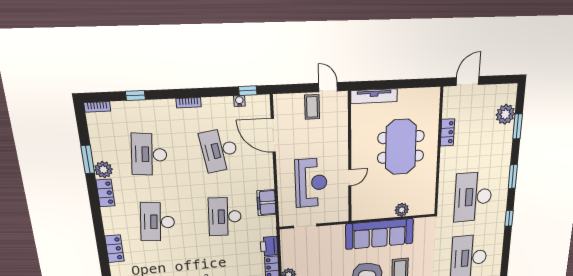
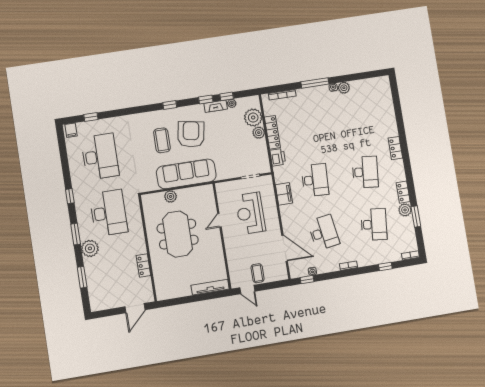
plant: (505, 114) -> (90, 248), moved
meeting table: (401, 147) -> (178, 234), moved

